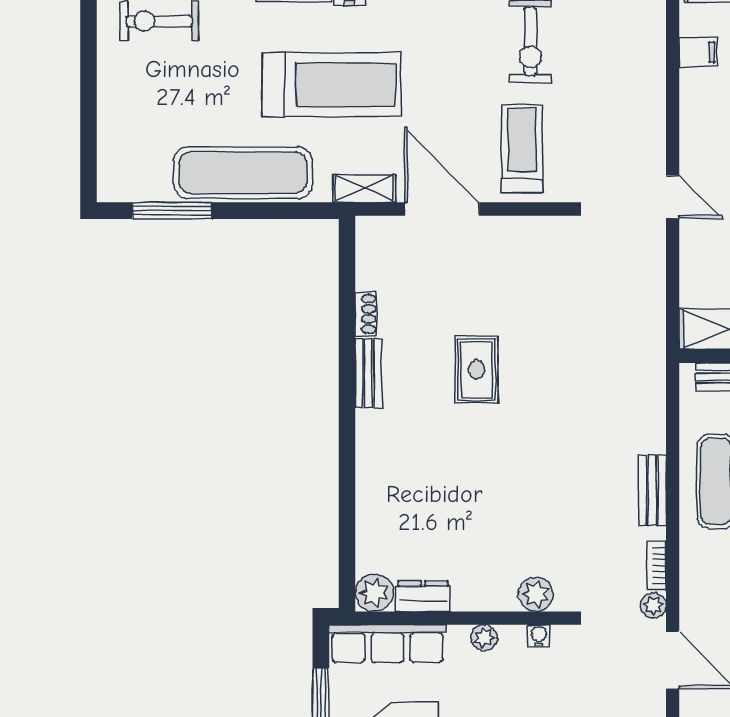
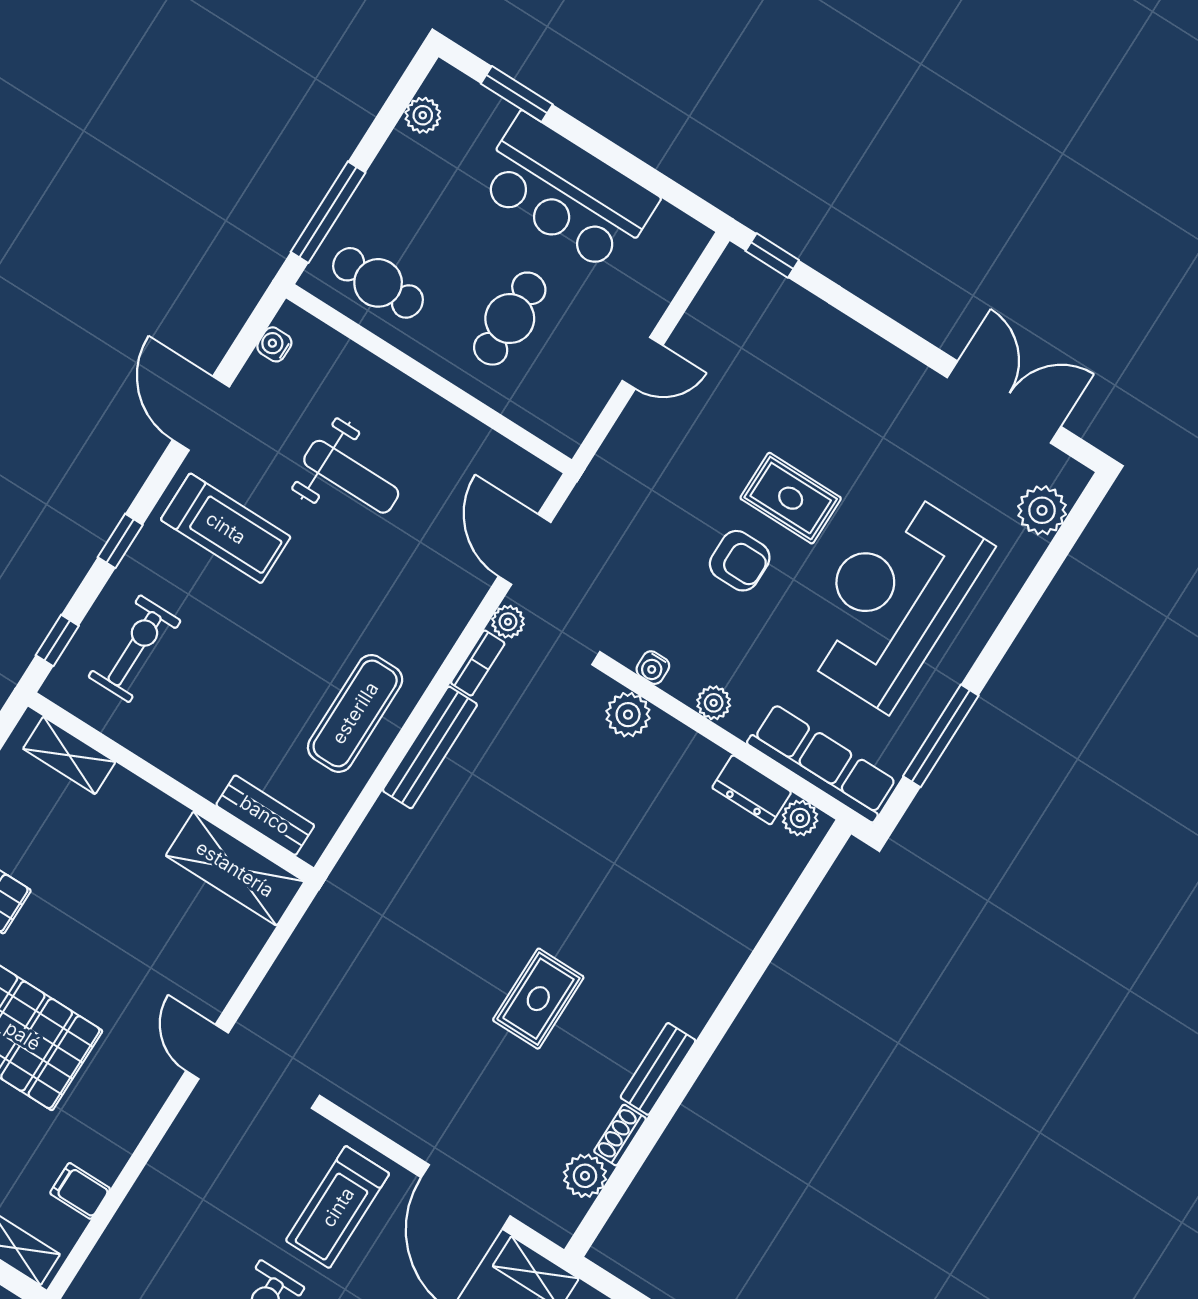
plant: (372, 273) -> (585, 1176), added
bench: (653, 490) -> (430, 747), width x1.36
plant: (374, 593) -> (800, 818), width x0.73, depth x0.73

